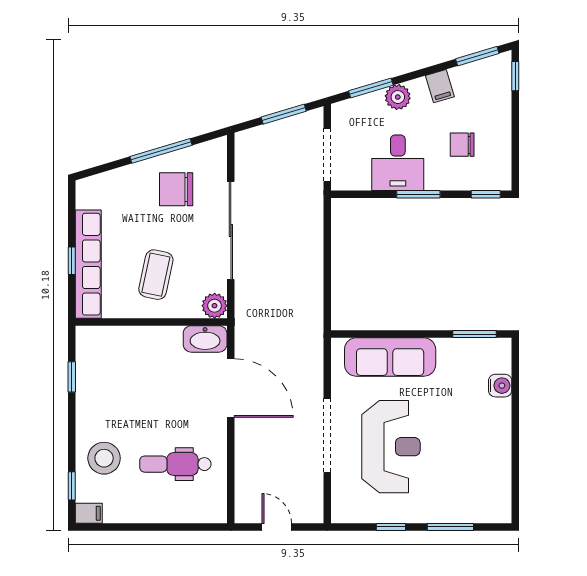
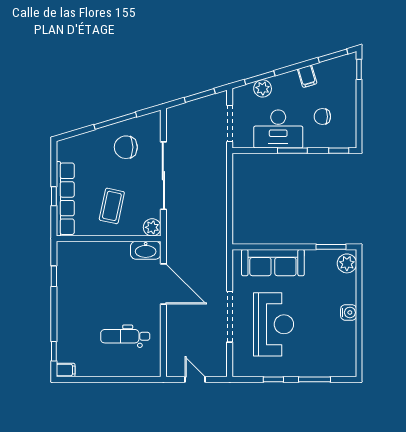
plant: (398, 97) -> (263, 88), moved
desk: (398, 163) -> (278, 129), width x1.37
plant: (498, 358) -> (347, 263), added
water cooler: (500, 386) -> (349, 312), moved
stool: (104, 458) -> (76, 332), removed

